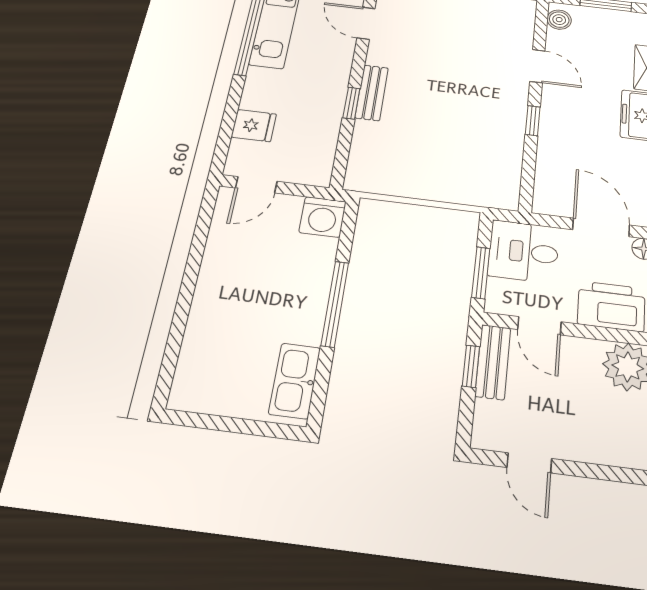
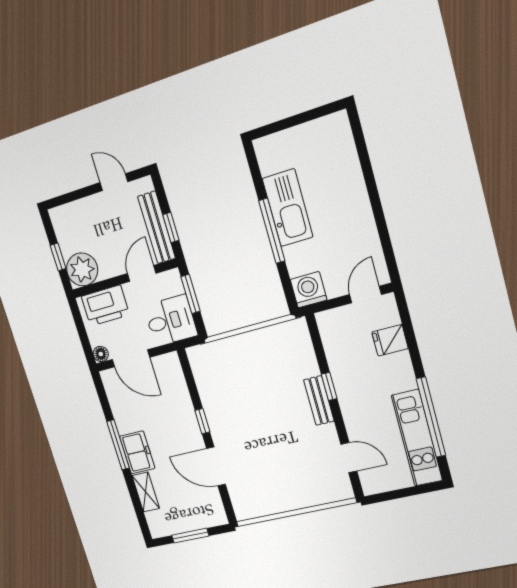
boiler: (559, 20) -> (216, 511), removed
door: (537, 66) -> (216, 466), width x1.38
door: (539, 326) -> (142, 273), hinge flipped
bench: (493, 362) -> (157, 227), width x1.36
kitchen sink: (295, 381) -> (288, 208), moved, width x1.36, depth x1.24

